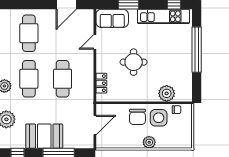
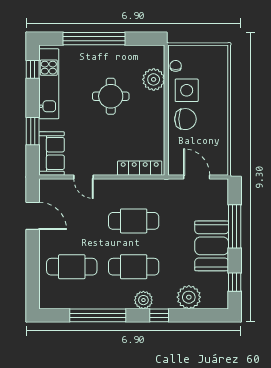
round table: (134, 62) -> (111, 96), moved
locker: (101, 83) -> (140, 168), width x1.53
plant: (149, 142) -> (220, 103), removed

